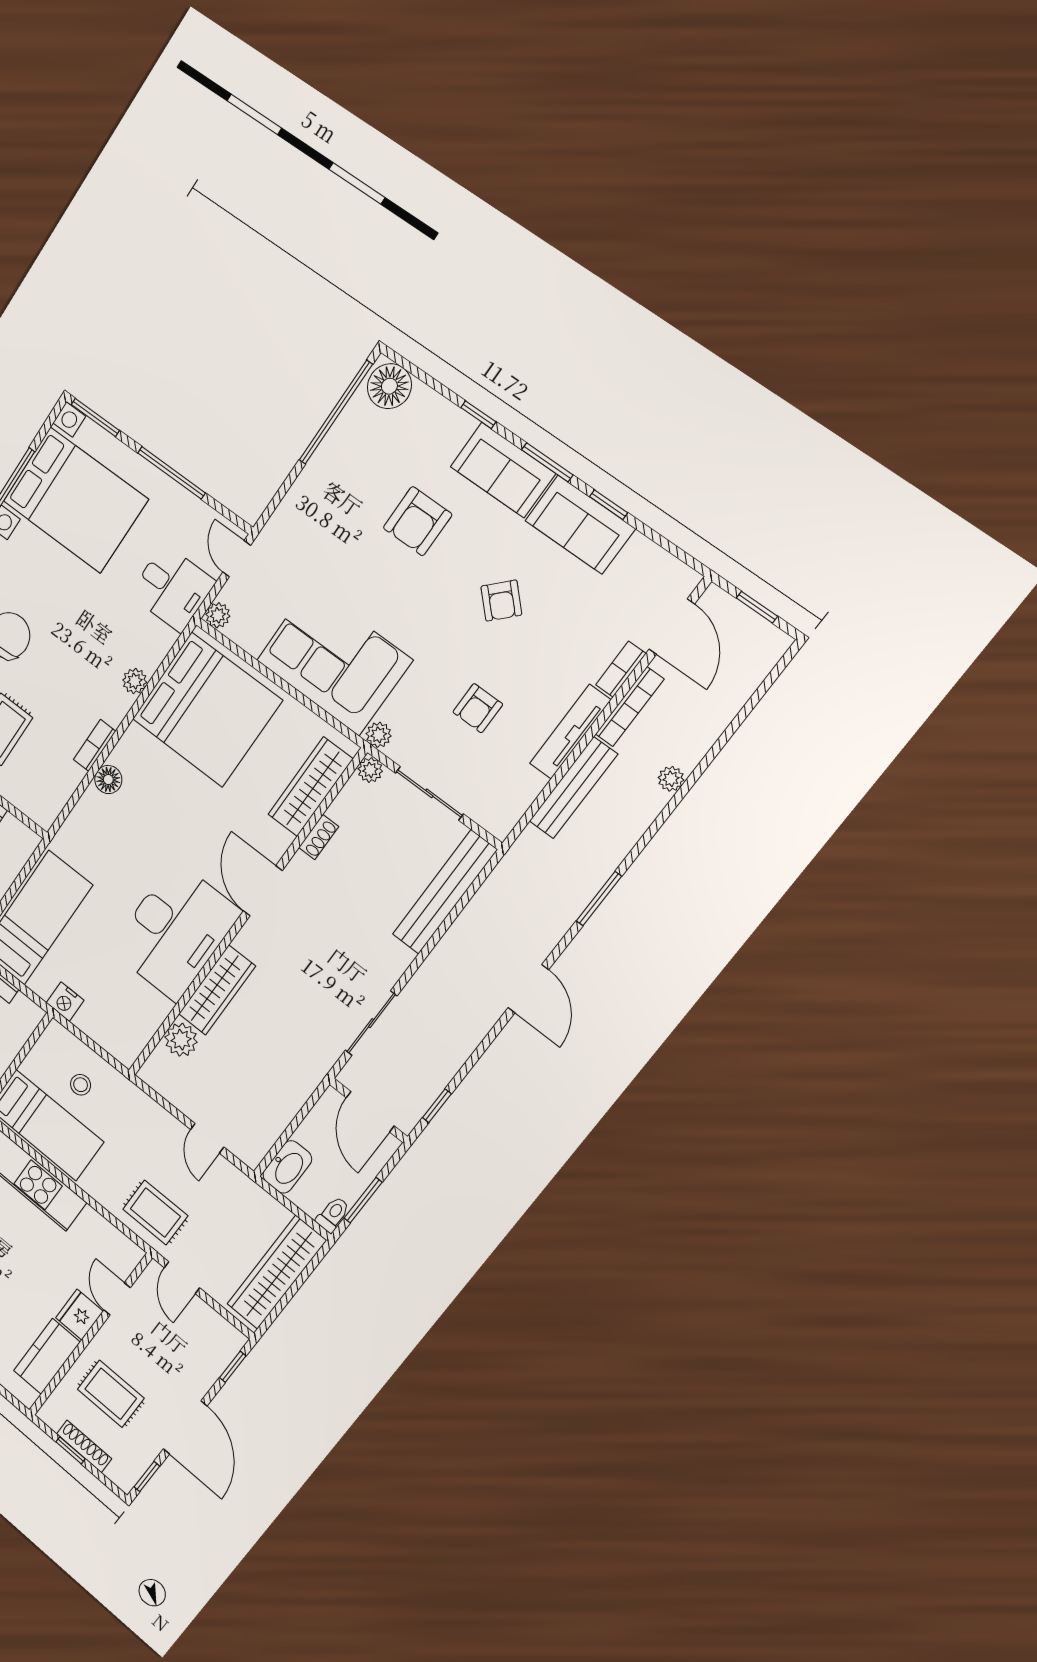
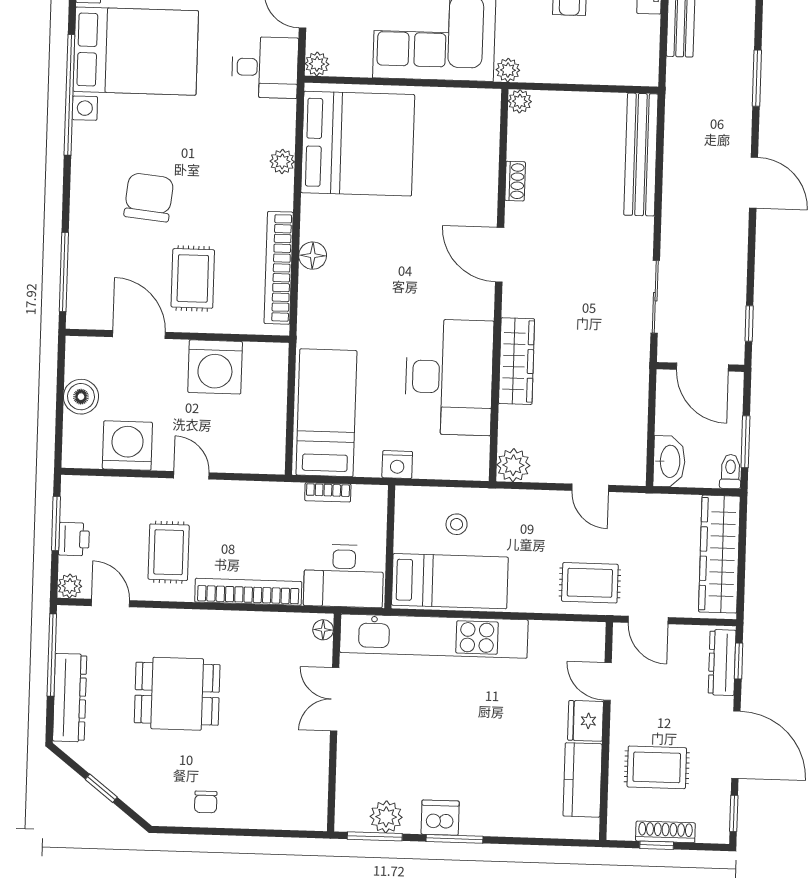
bookcase: (95, 745) -> (279, 268), width x2.31, depth x1.31
wardrobe: (310, 787) -> (482, 147), removed
sliding door: (429, 793) -> (577, 88), removed
desk: (175, 931) -> (449, 377), moved
plant: (181, 1040) -> (513, 465), moved
dresser: (219, 1357) -> (722, 662), added

